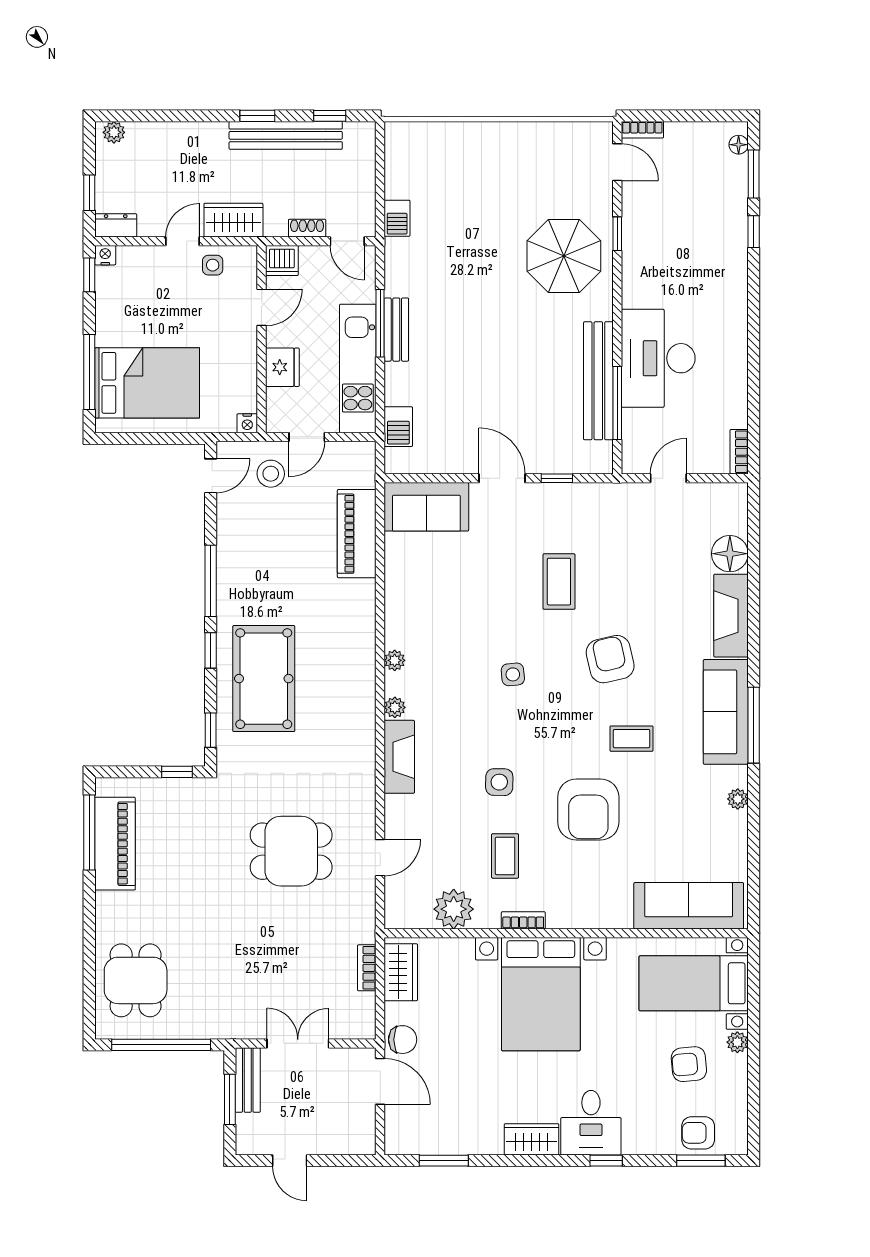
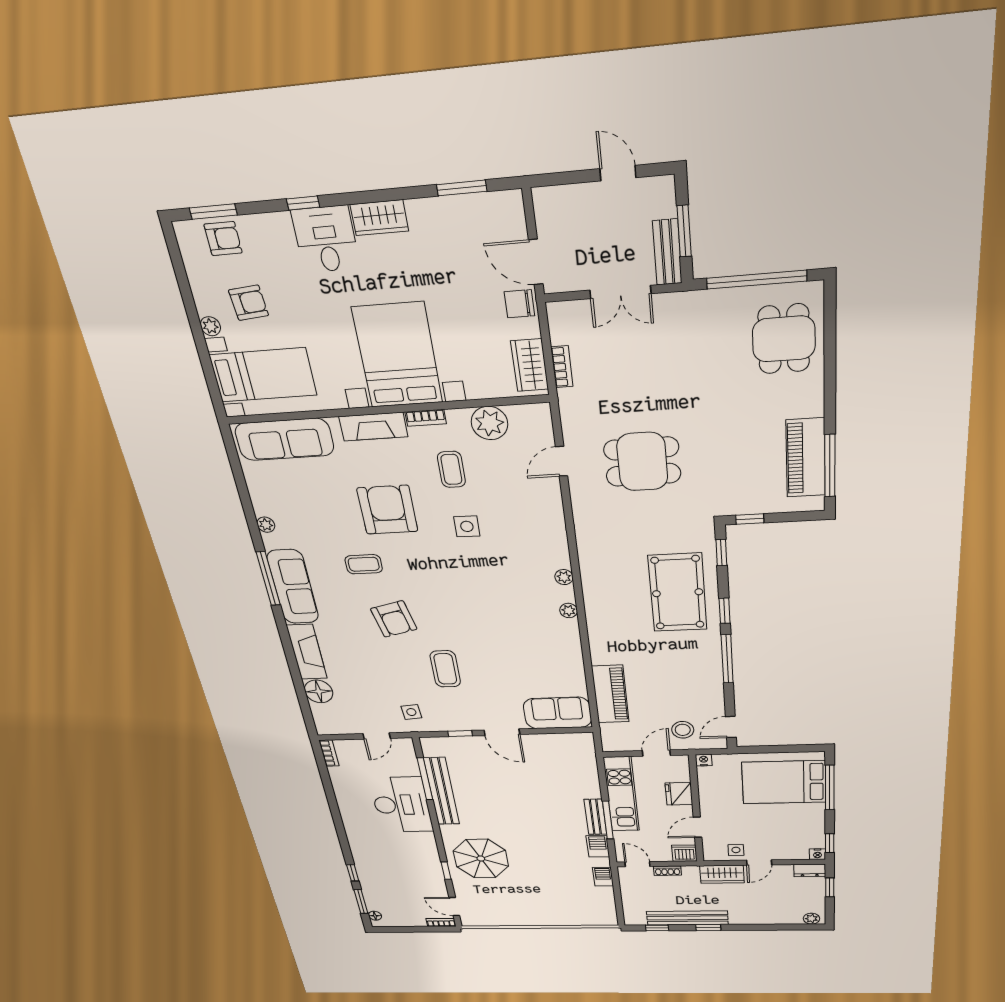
barbecue: (398, 427) -> (598, 846), moved
side table: (513, 674) -> (411, 712), moved
fireplace: (399, 757) -> (373, 427), moved, turned -90

